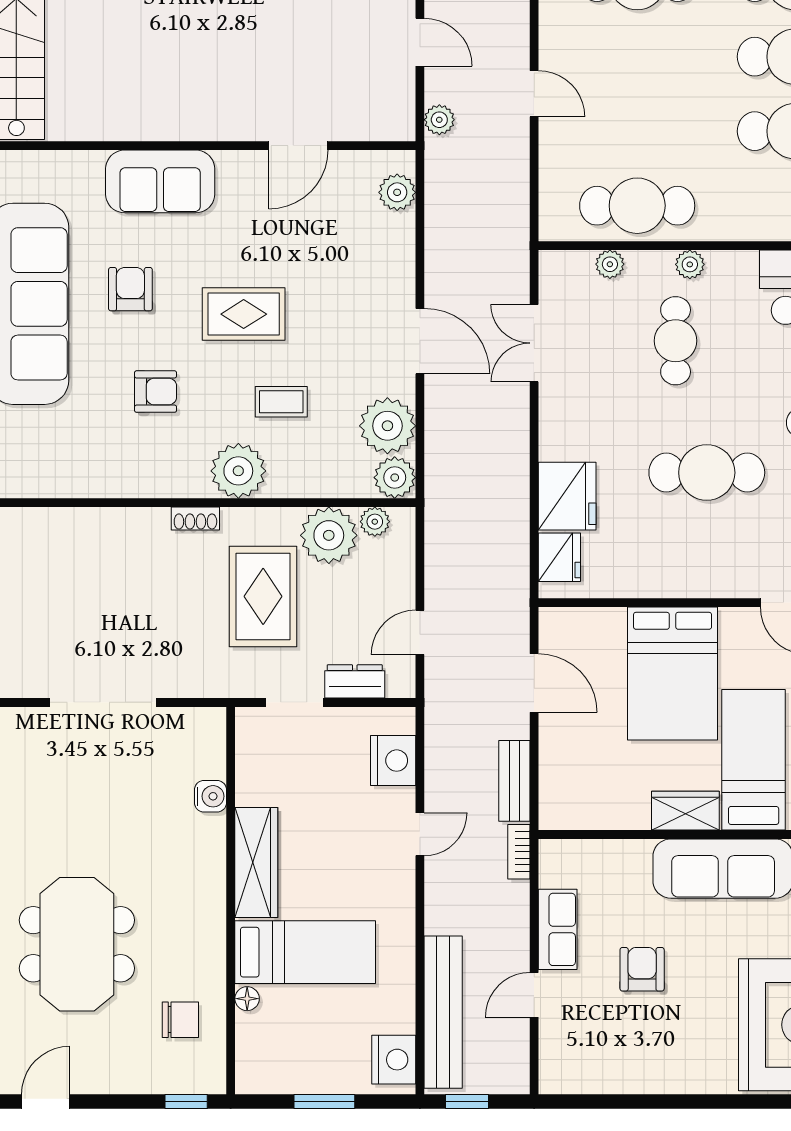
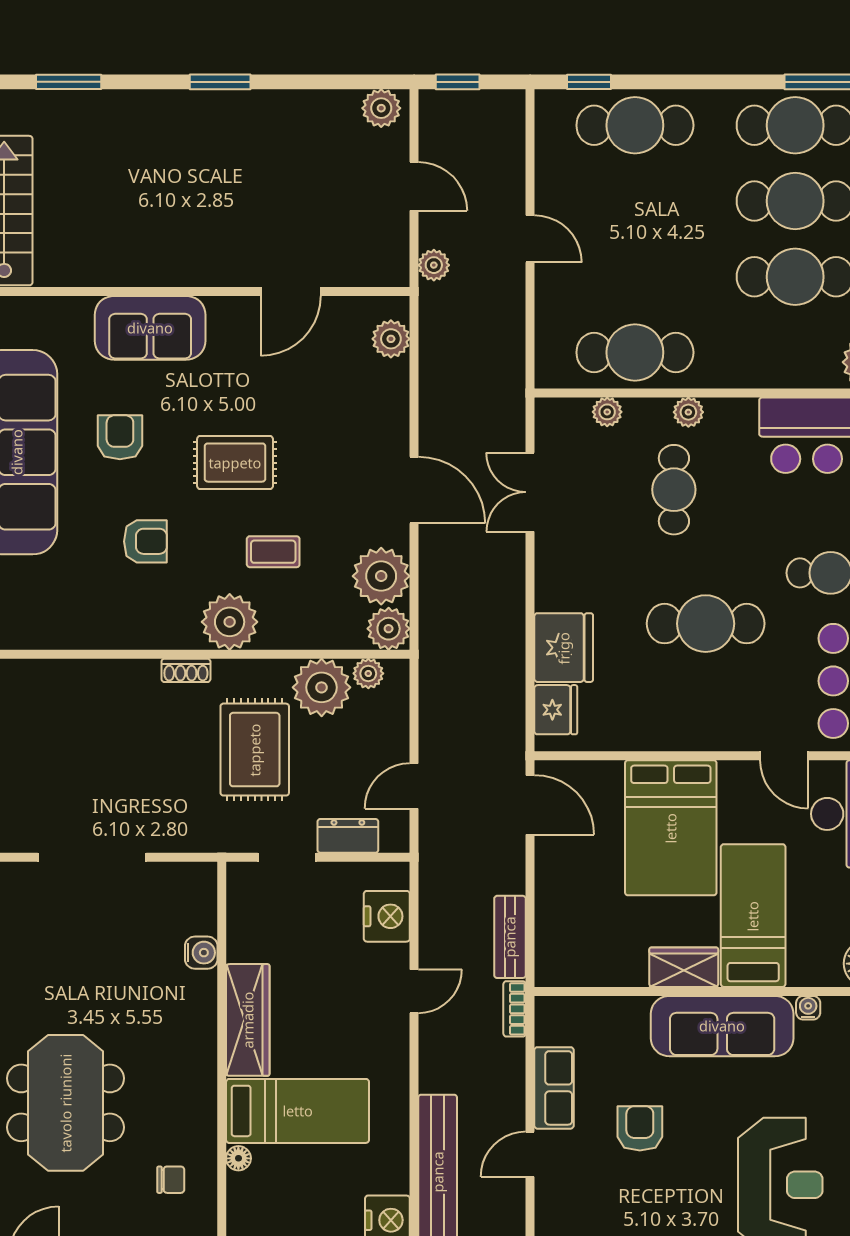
door: (534, 683) -> (530, 805), moved
chair: (180, 1020) -> (171, 1180), width x0.73, depth x0.73

